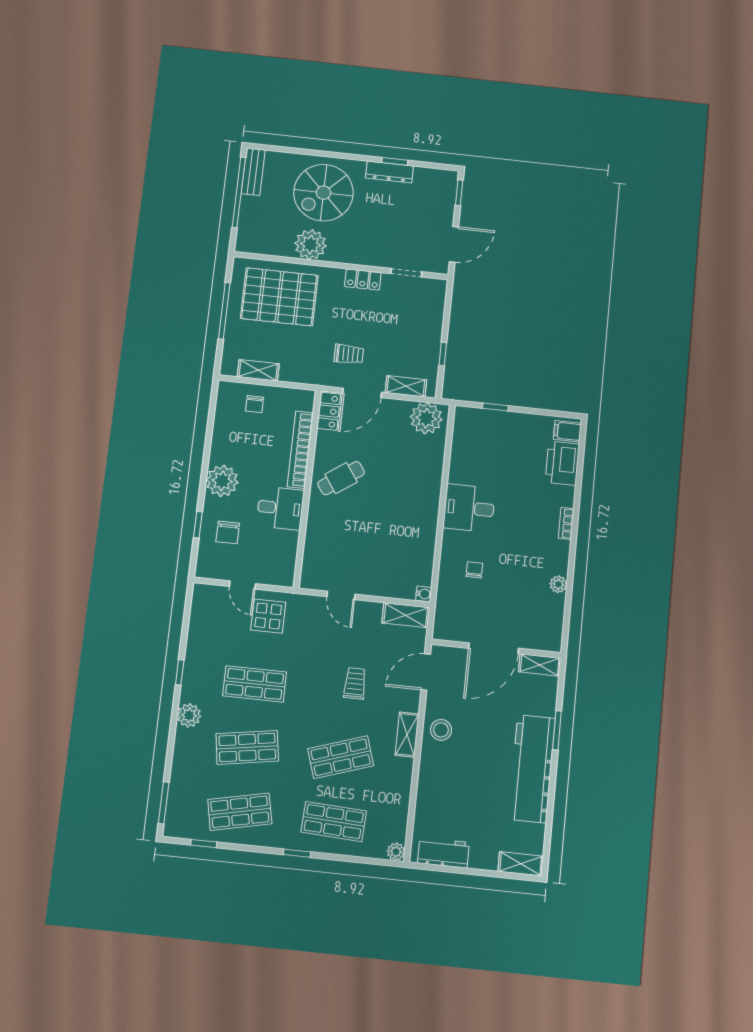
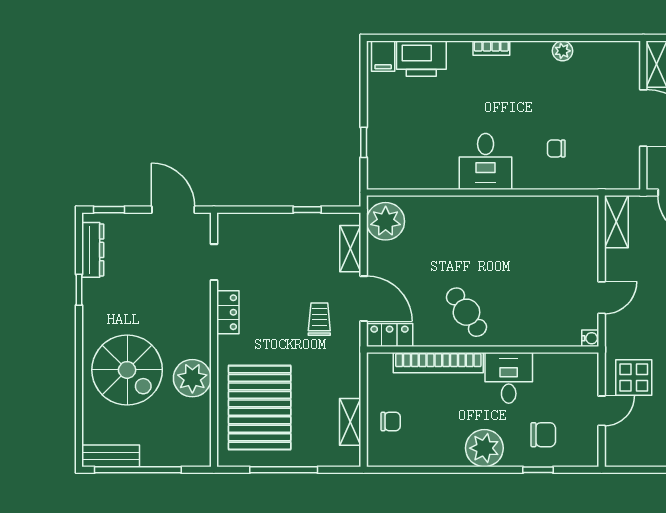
dresser: (389, 172) -> (93, 250), moved
water cooler: (424, 594) -> (590, 338), moved, turned 90

